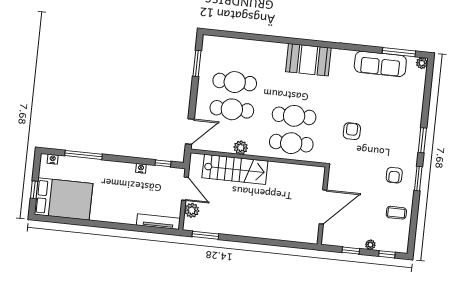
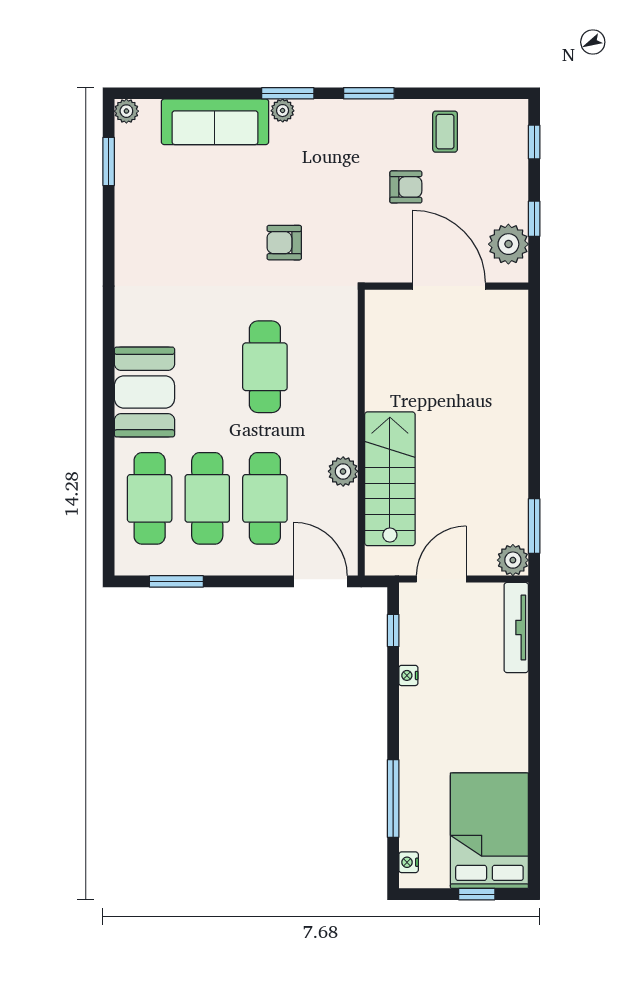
window: (399, 52) -> (109, 161), width x0.69
booth: (308, 60) -> (144, 392), moved
sofa: (380, 64) -> (215, 122), moved, turned 90
plant: (414, 137) -> (283, 111), added
cafe table: (291, 143) -> (150, 498), moved
armchair: (394, 175) -> (406, 187), moved
plant: (192, 210) -> (513, 560), moved
plant: (370, 245) -> (508, 244), moved, width x1.88, depth x1.88

